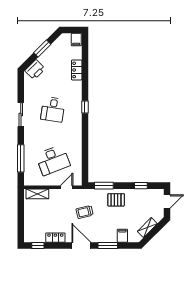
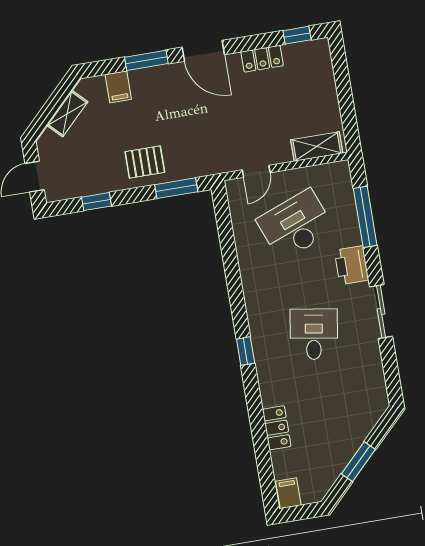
printer: (35, 70) -> (352, 265), moved, turned -45
trolley: (85, 212) -> (208, 124), removed

